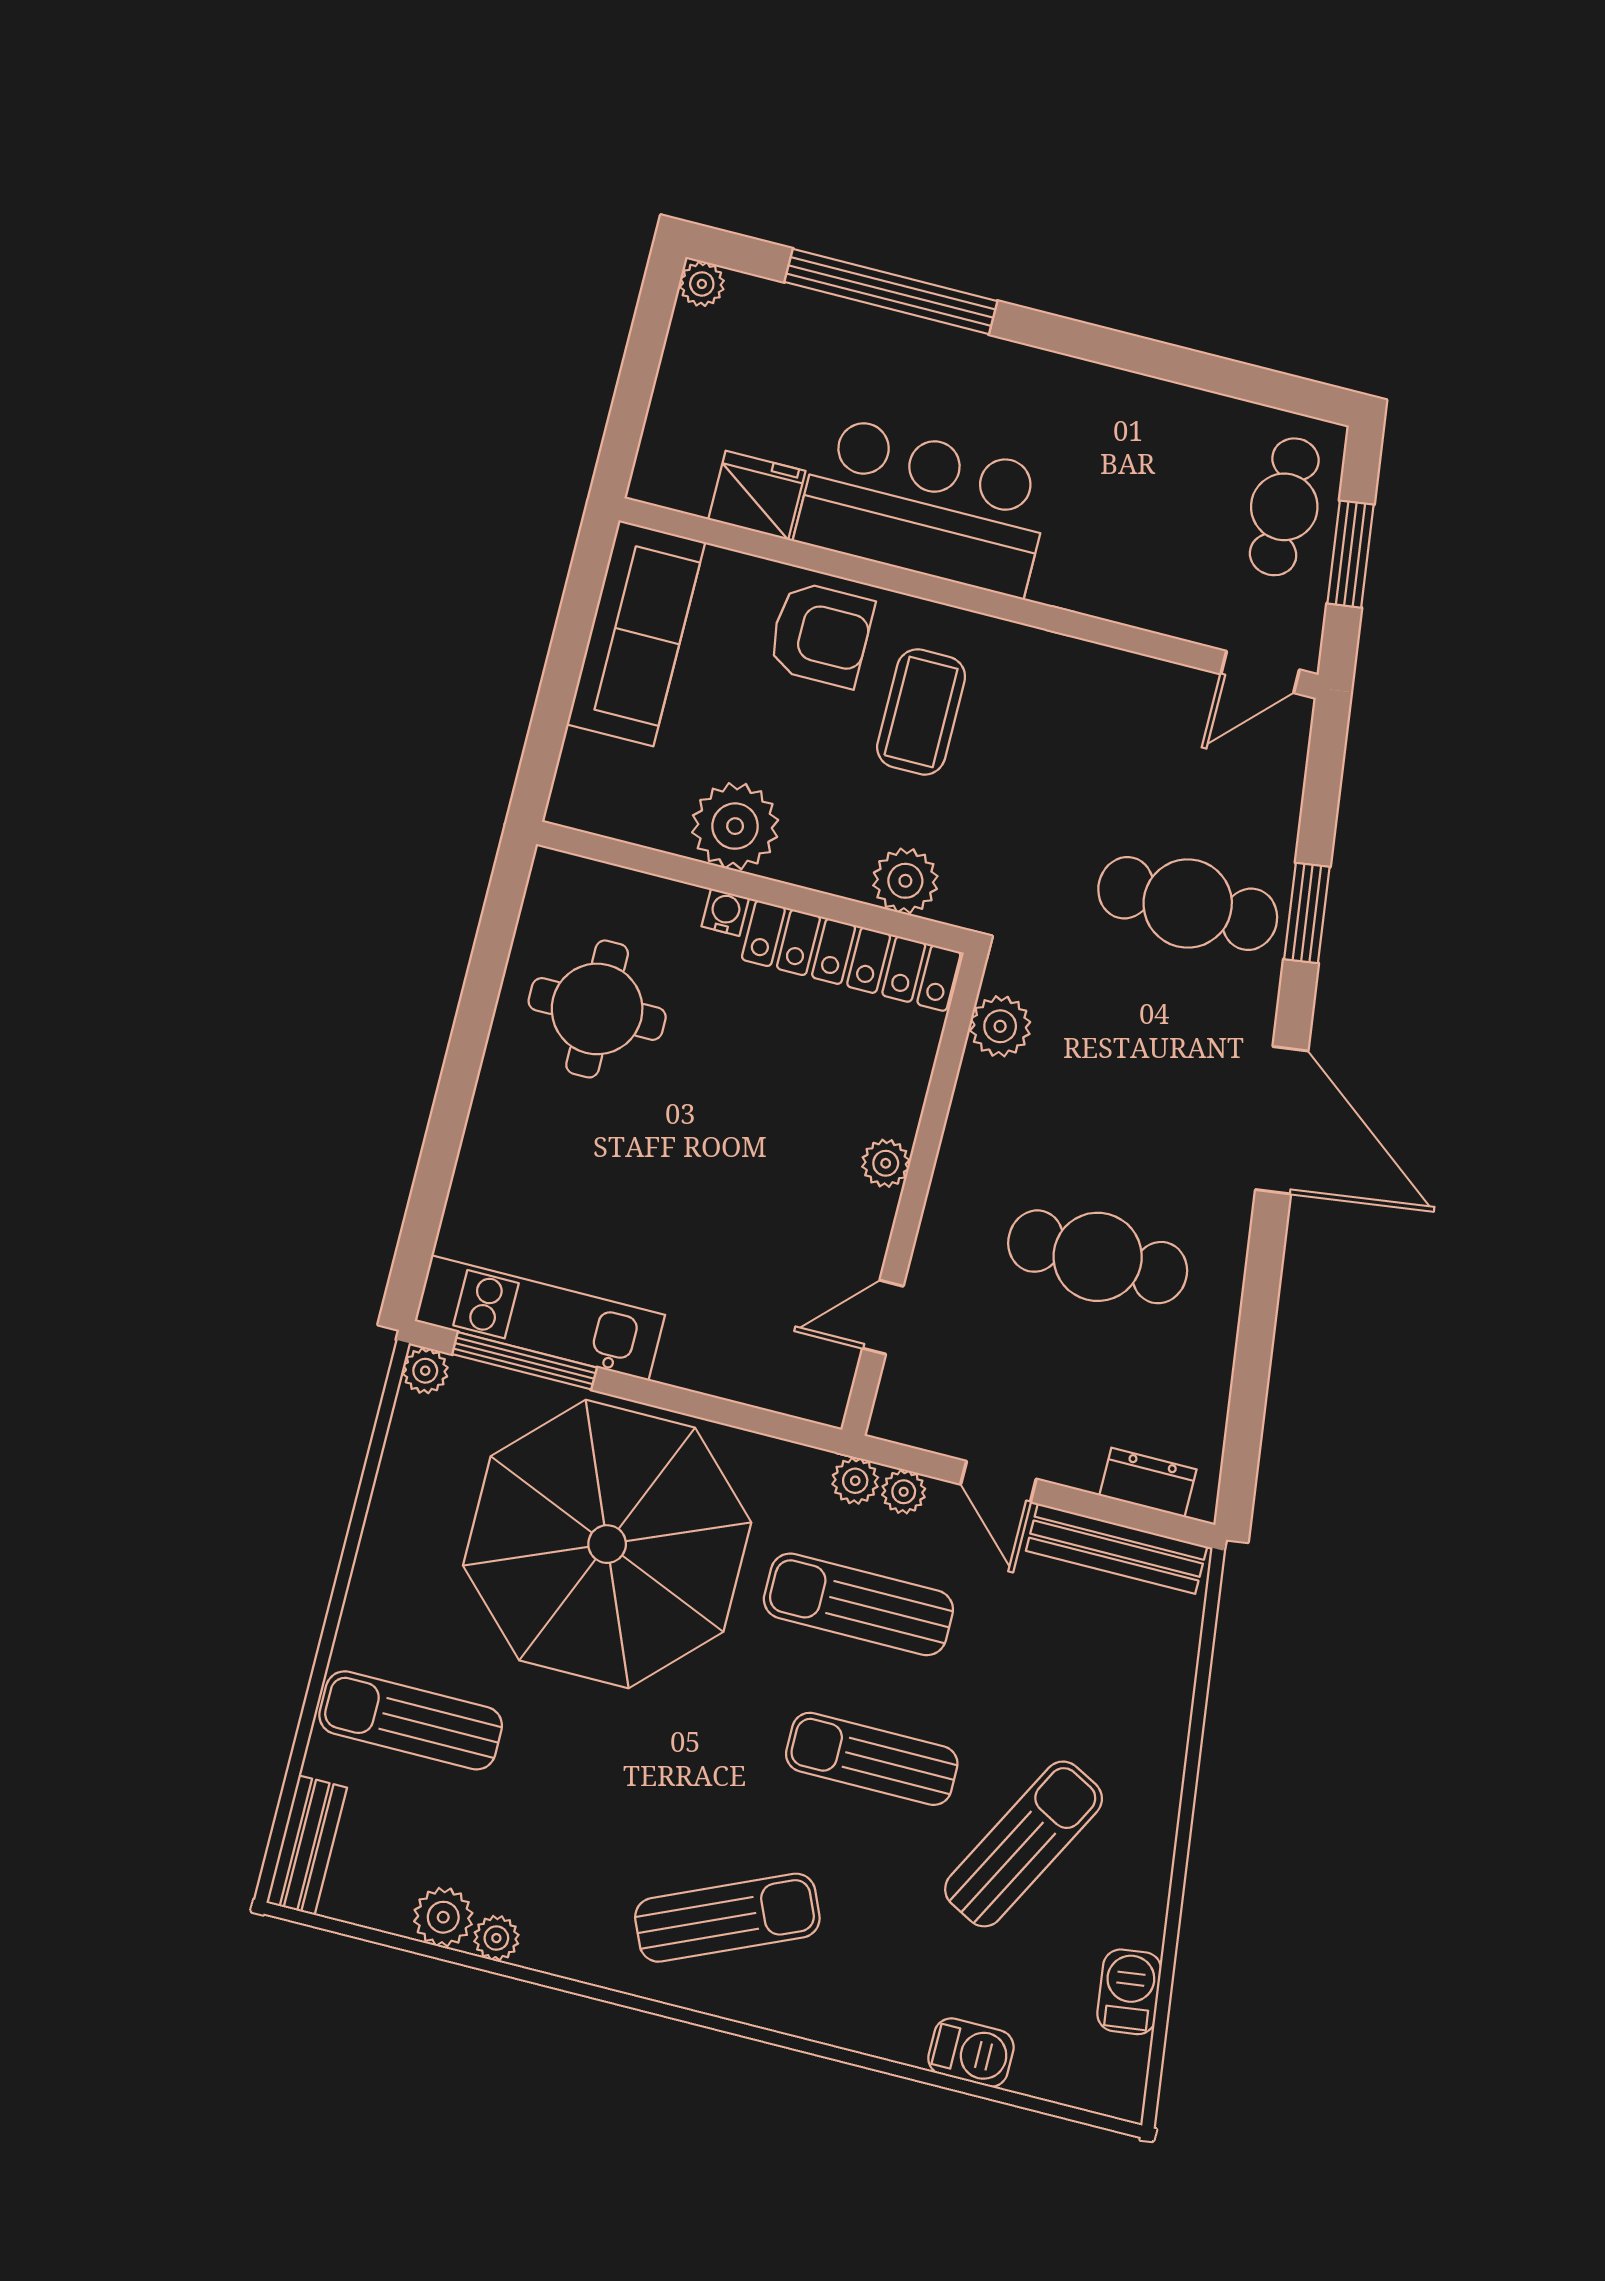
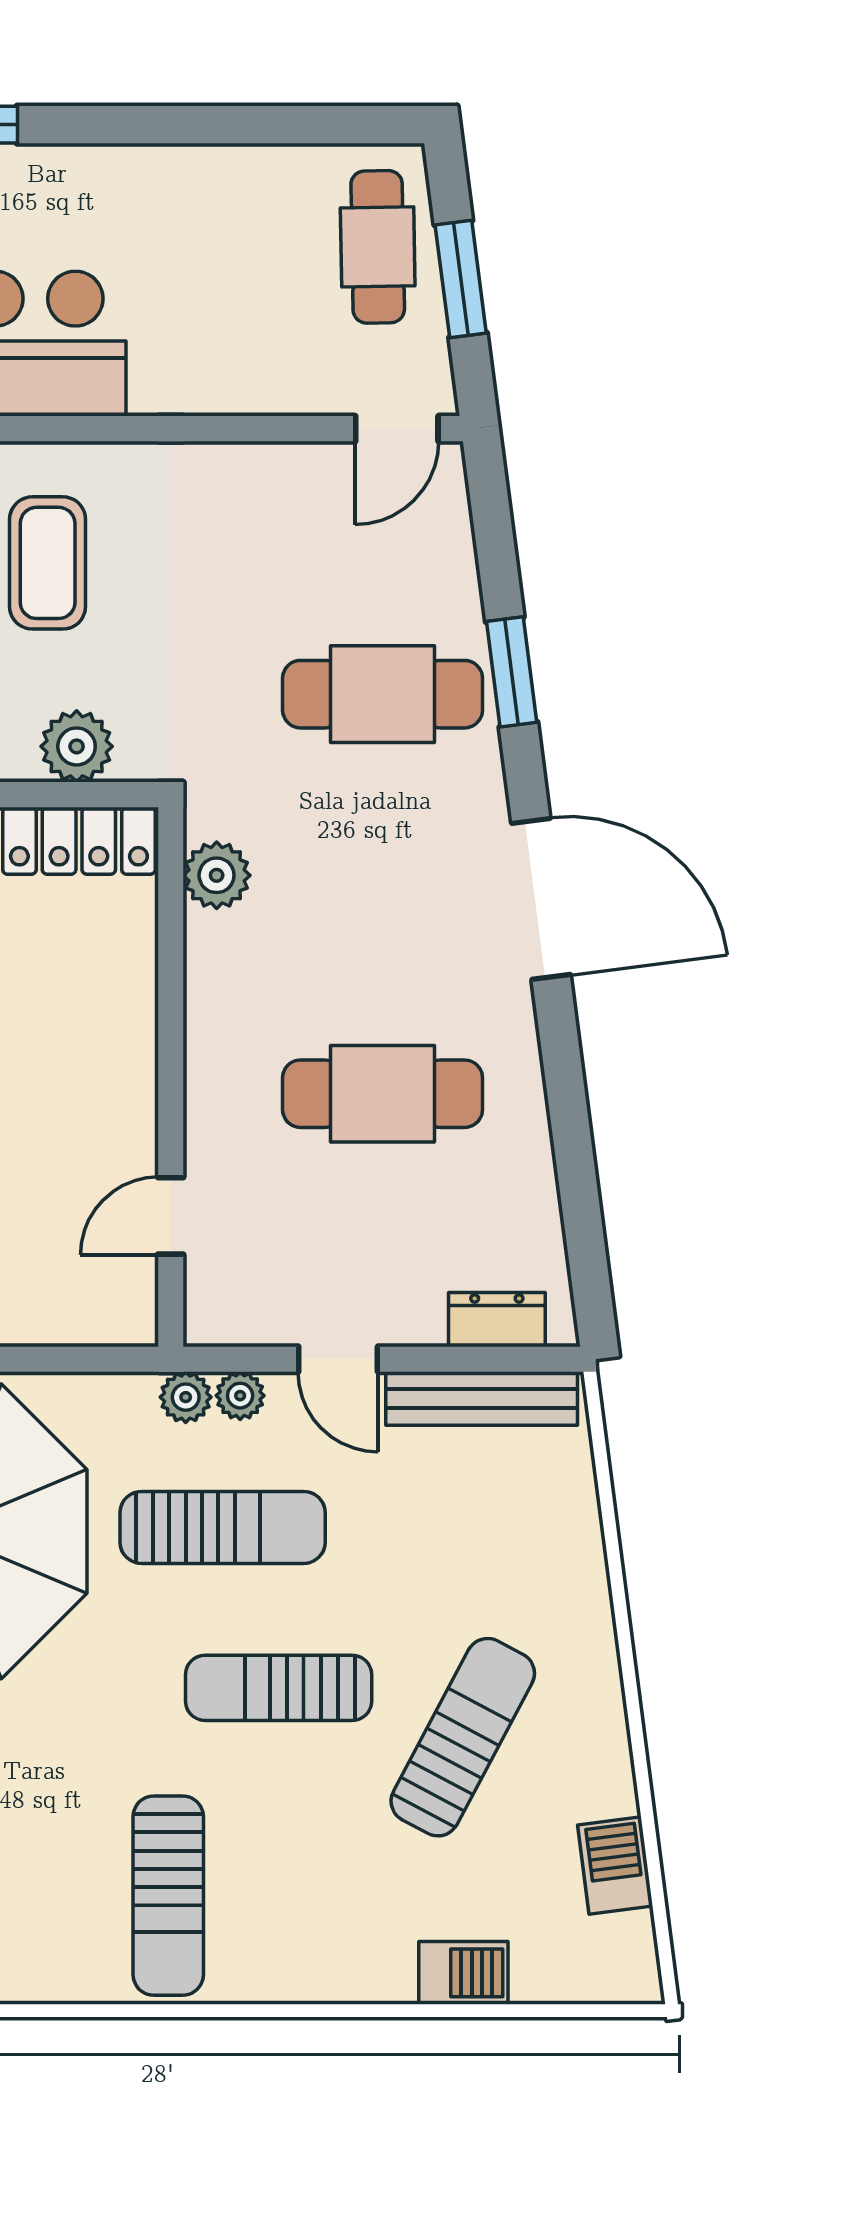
plant: (886, 1163) -> (132, 1052), removed
sun lounger: (858, 1604) -> (223, 1527), turned 180
sun lounger: (727, 1918) -> (168, 1896), turned 114

